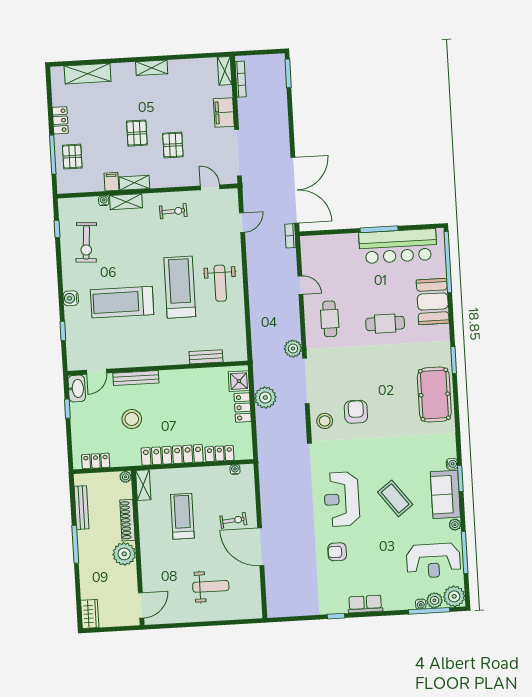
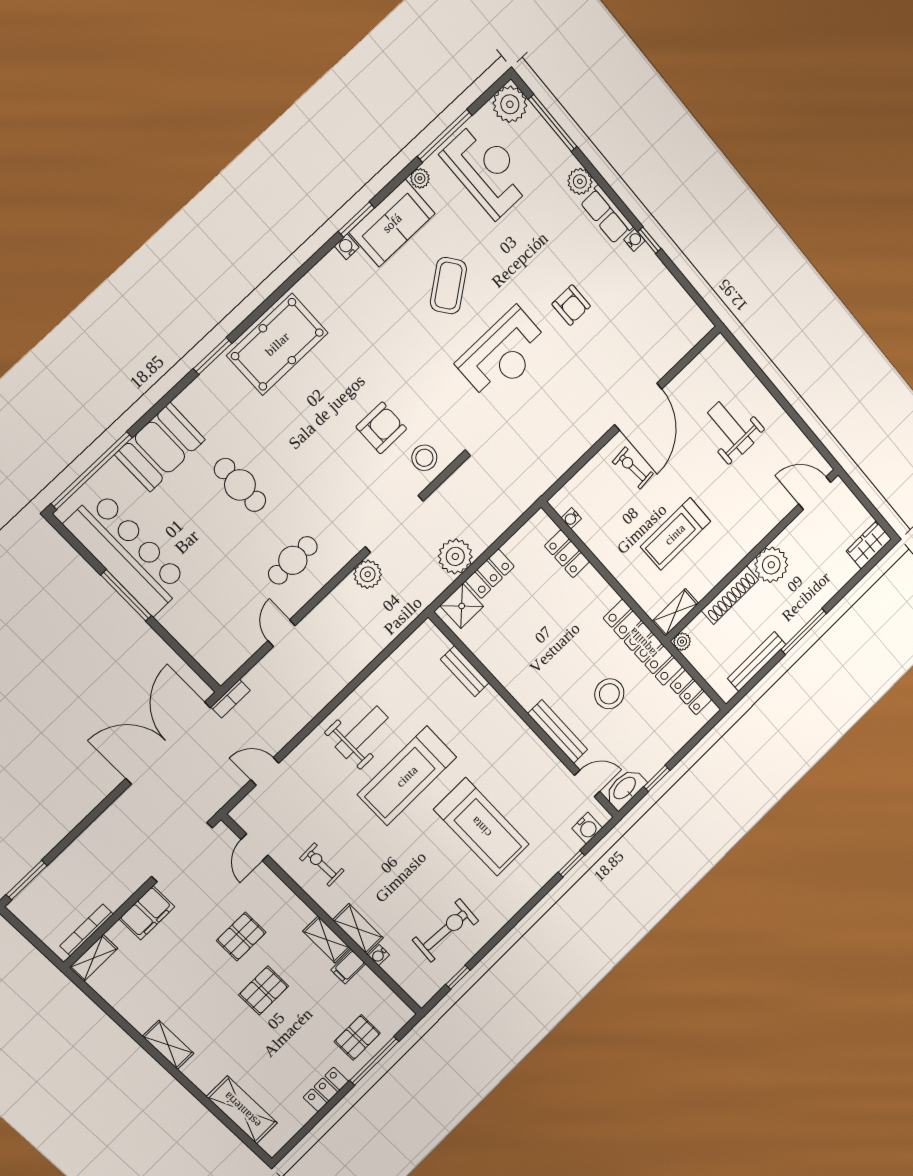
water cooler: (71, 298) -> (587, 828), moved
armchair: (356, 412) -> (381, 428), turned 180
locker: (172, 455) -> (643, 643), moved
plant: (435, 600) -> (580, 181), moved
water cooler: (421, 604) -> (634, 240), moved

